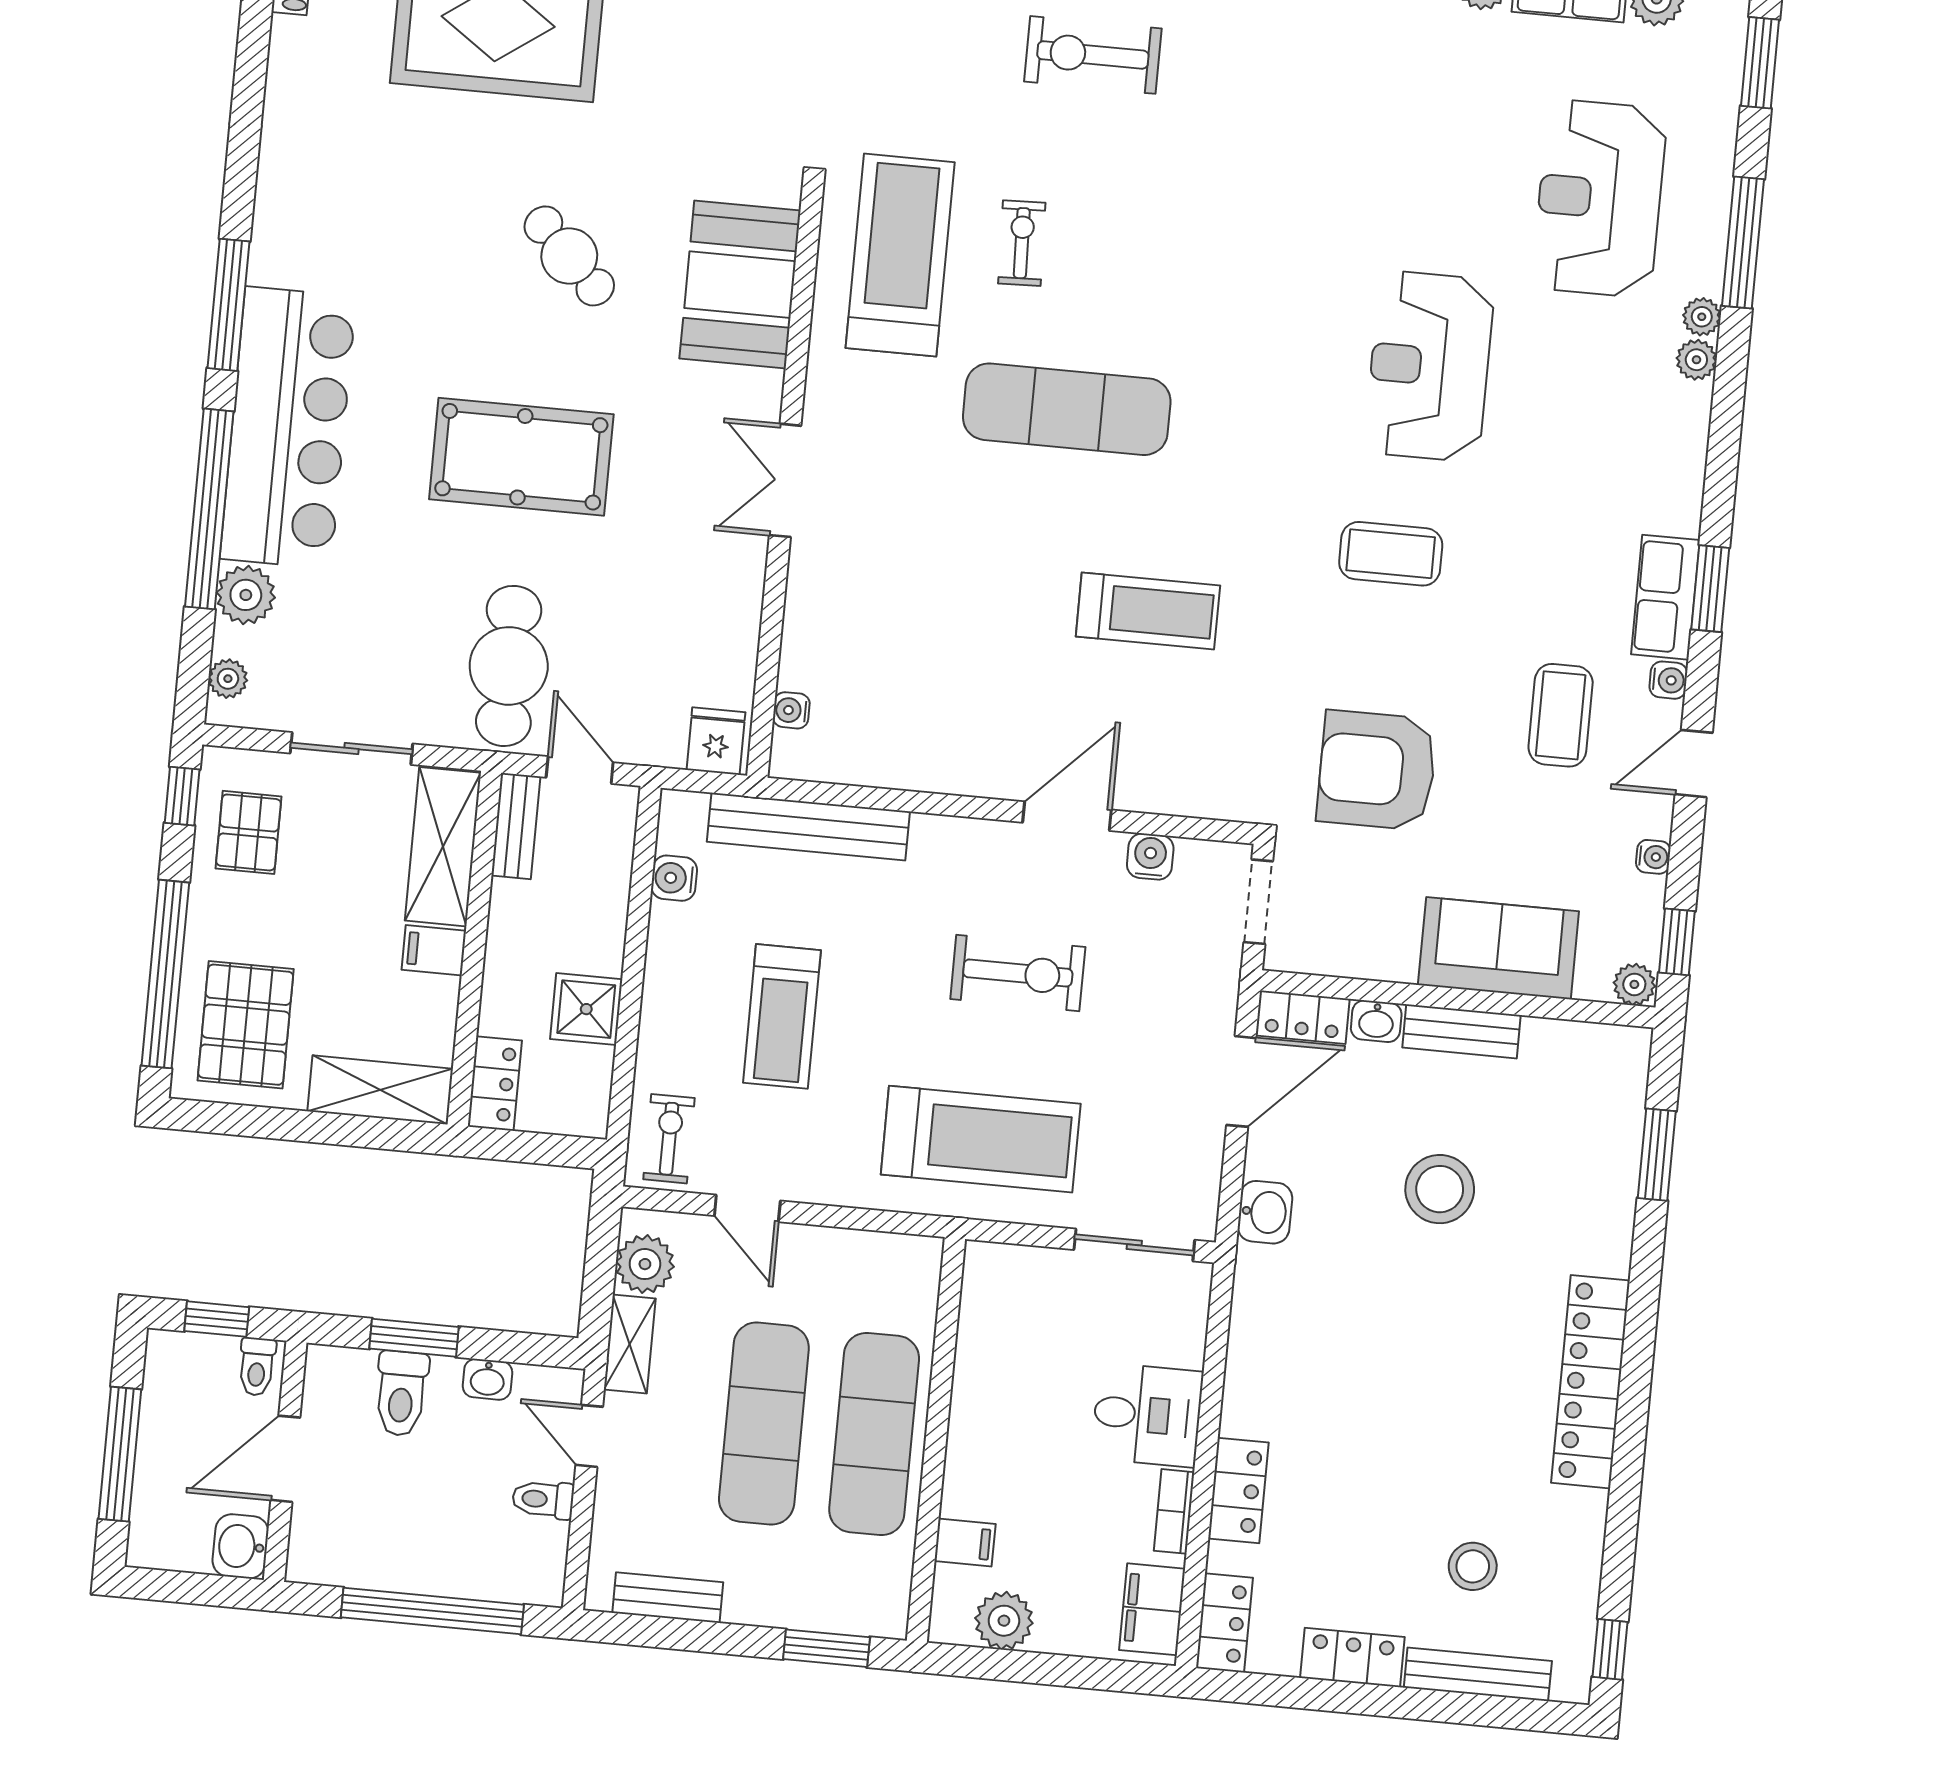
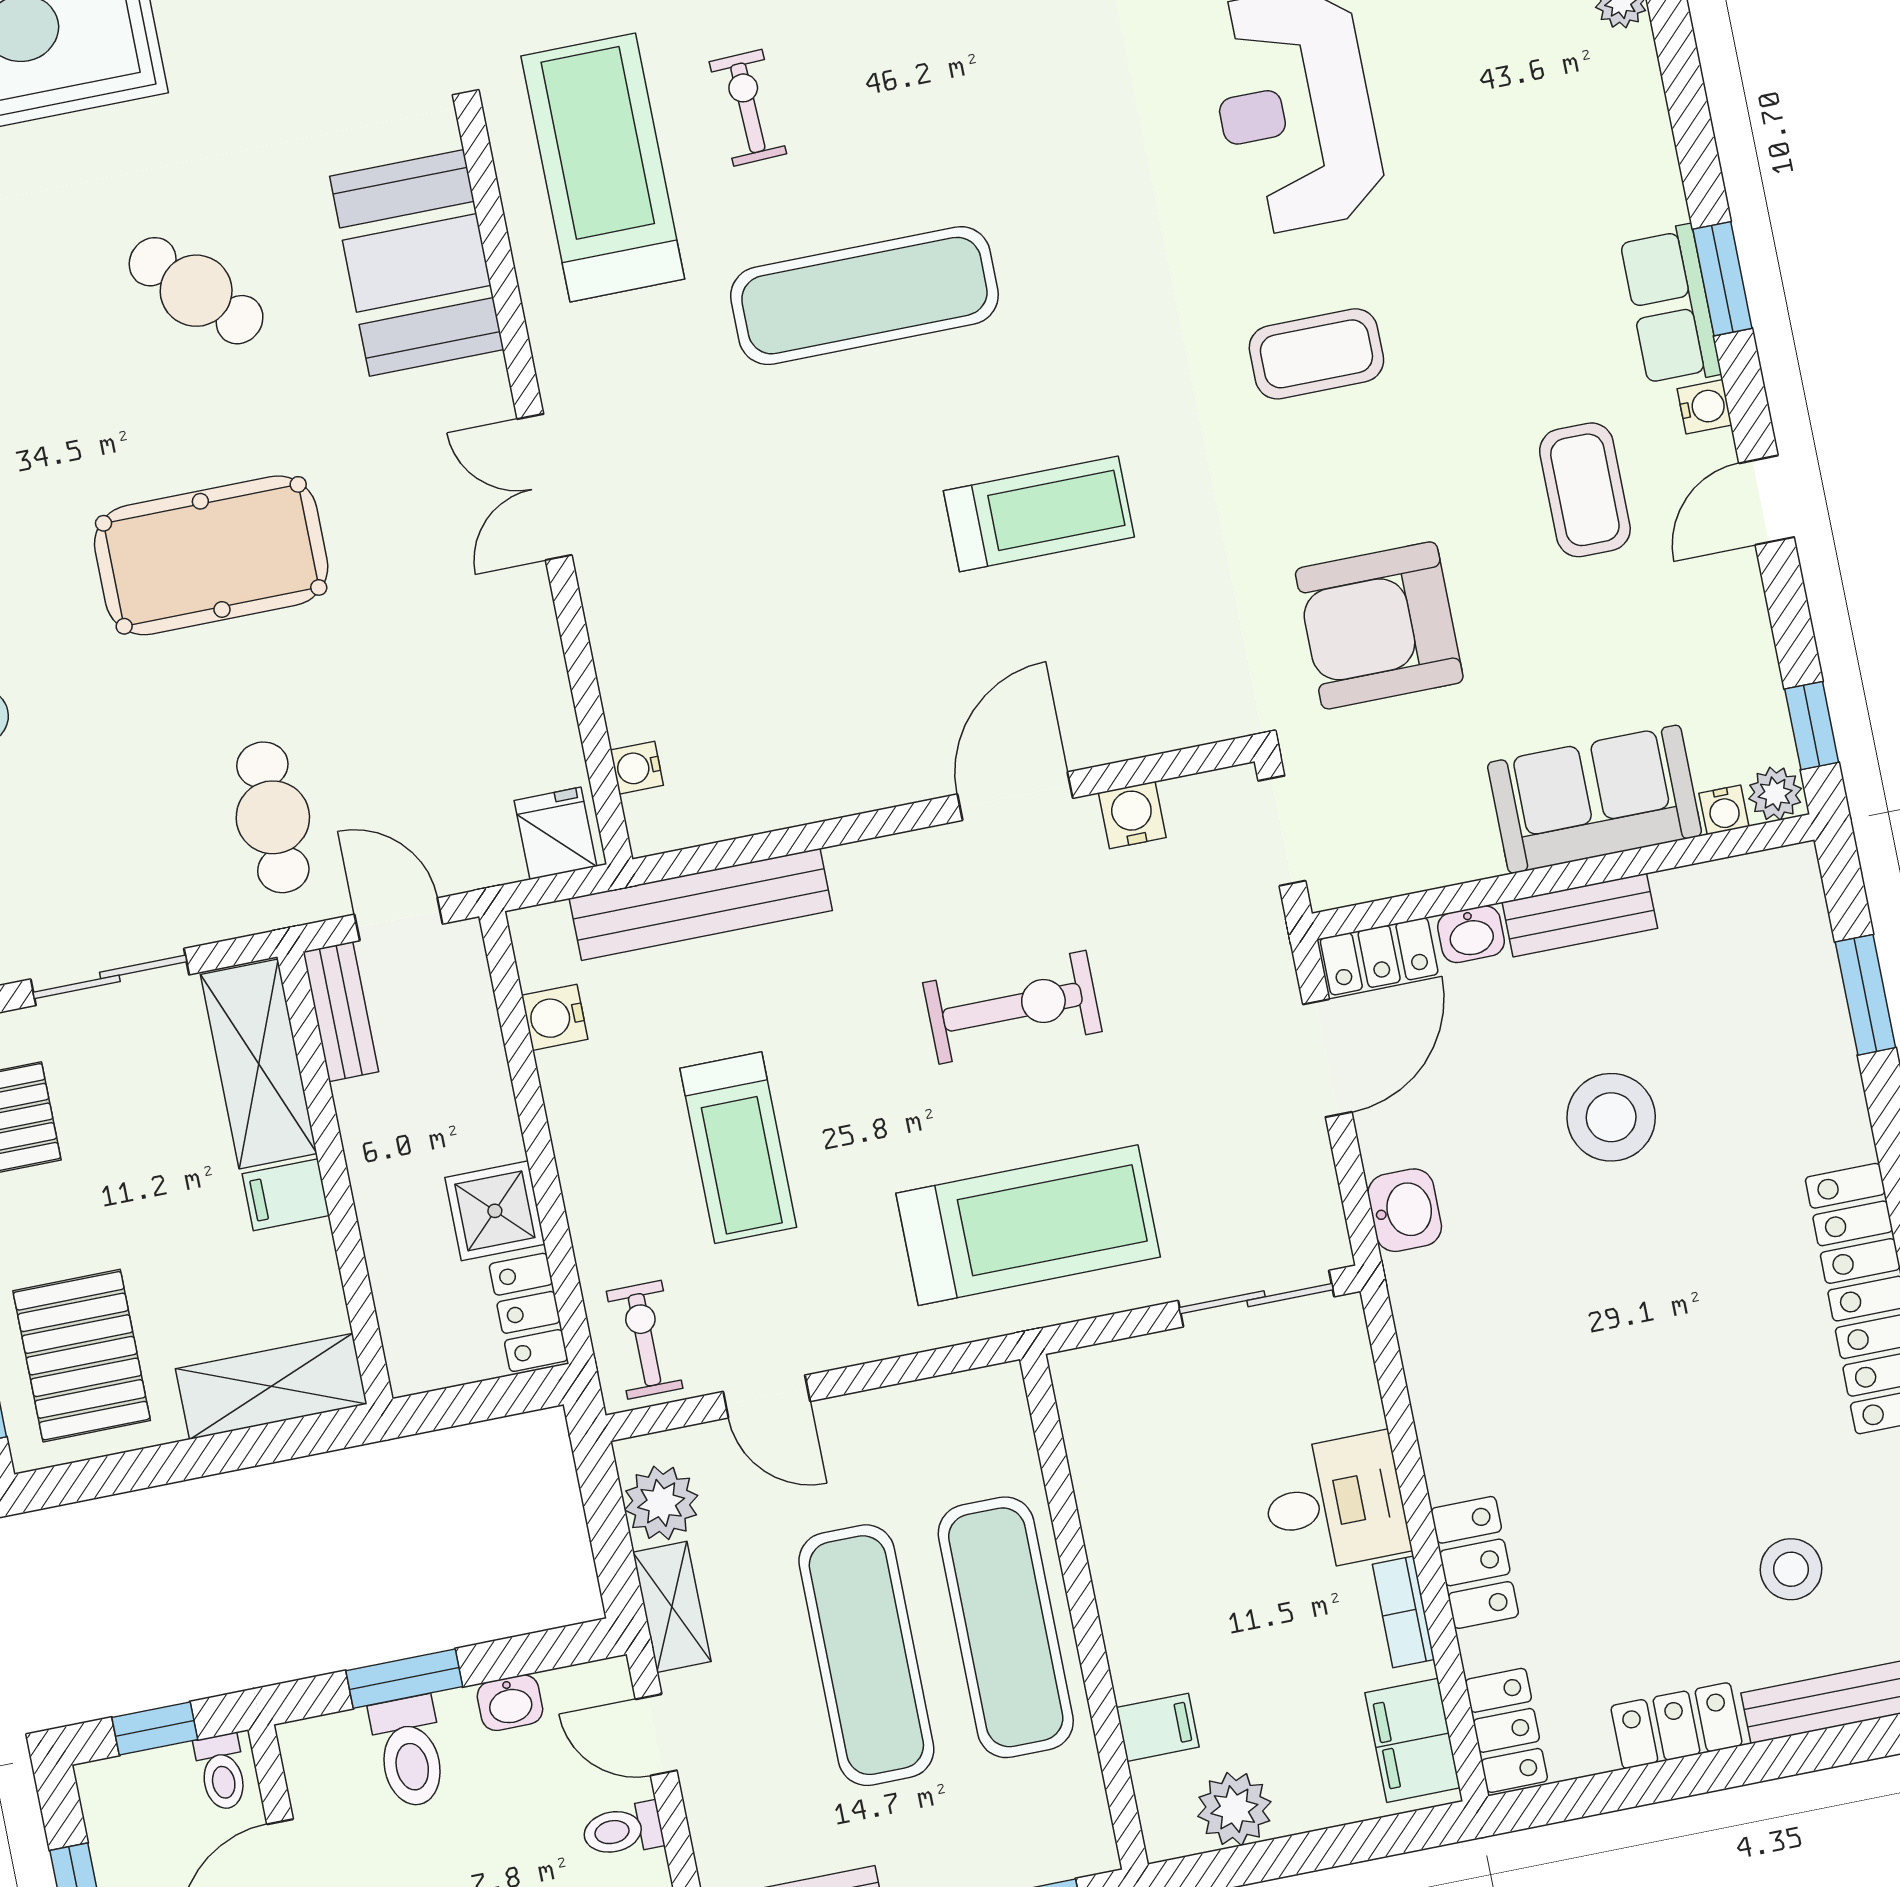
cafe table: (509, 666) -> (273, 817), width x0.73, depth x0.74
water cooler: (1653, 857) -> (1724, 810), moved, turned 90
locker: (495, 1083) -> (529, 1312), moved, turned 180

